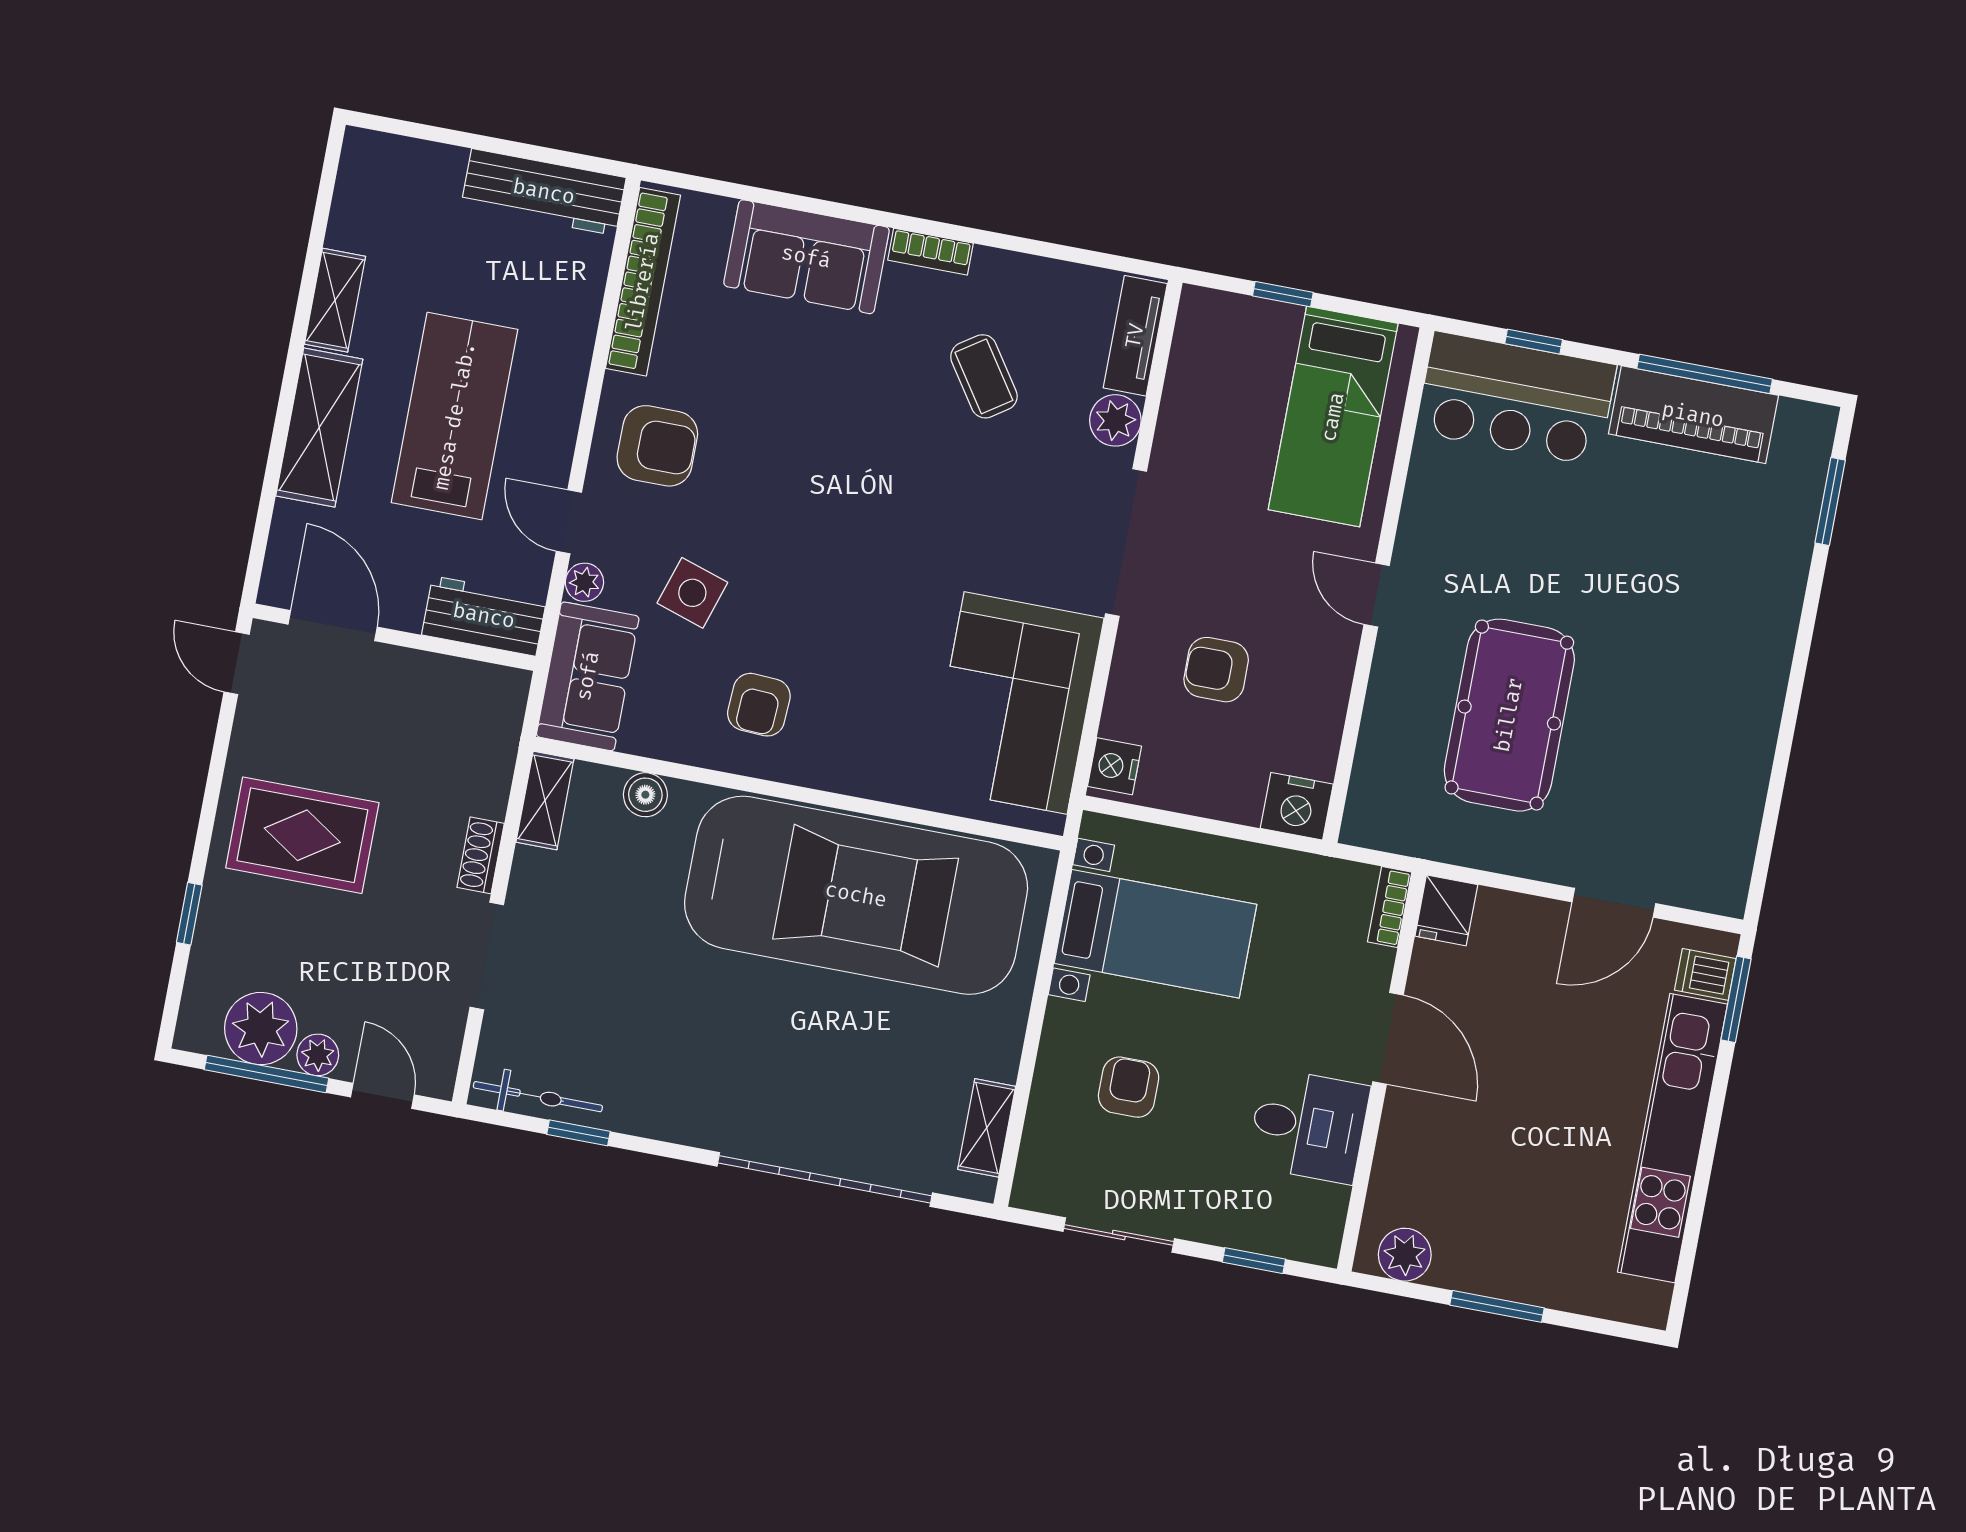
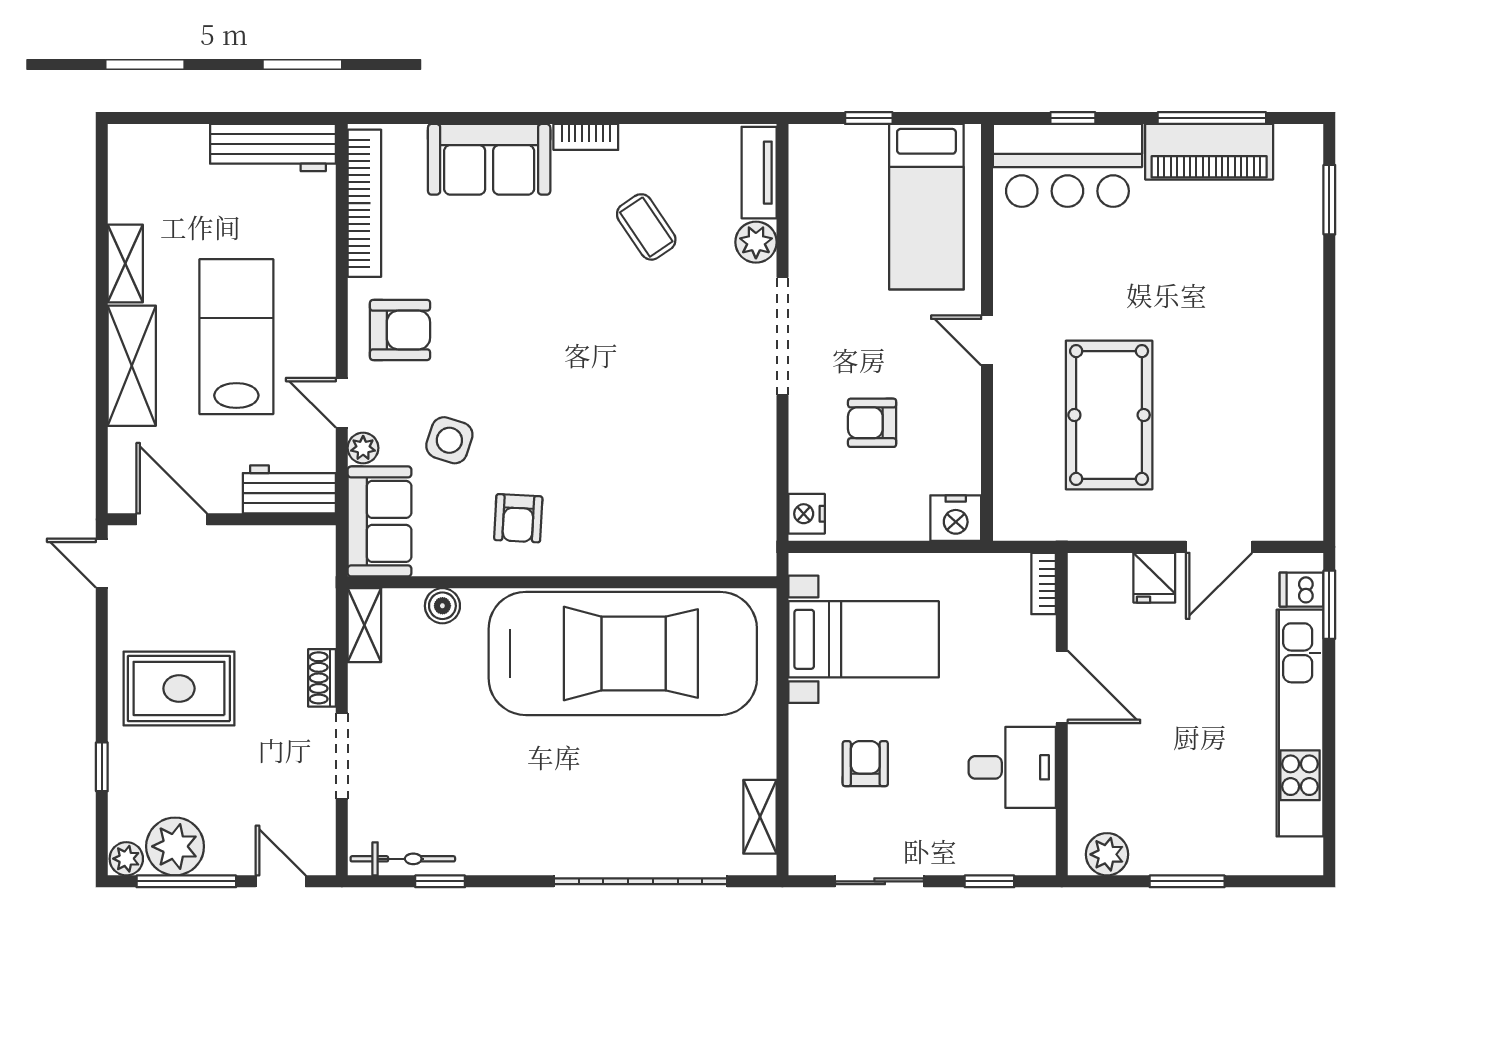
corner sofa: (1016, 703) -> (720, 479), removed
fridge: (1446, 910) -> (1154, 578), moved
plant: (318, 1055) -> (126, 859), moved

